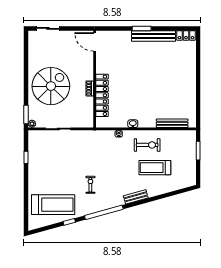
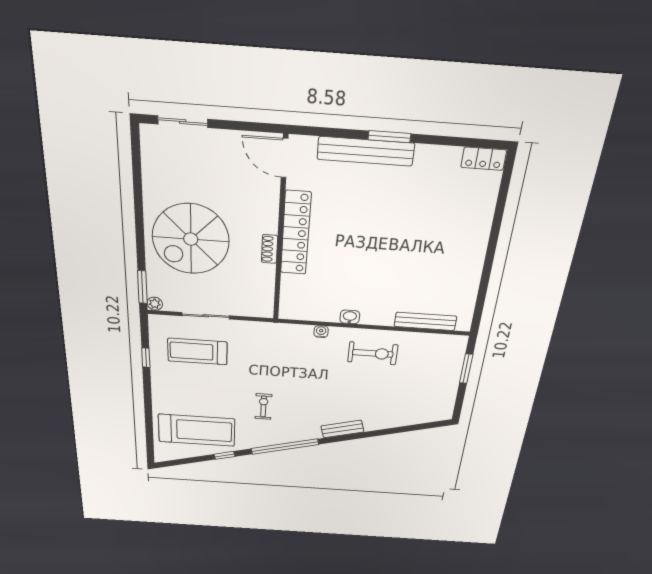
bench: (153, 36) -> (366, 151), moved
spiral stairs: (51, 86) -> (191, 239), turned 180
locker: (102, 95) -> (296, 233), moved
treadmill: (155, 168) -> (197, 351), moved

